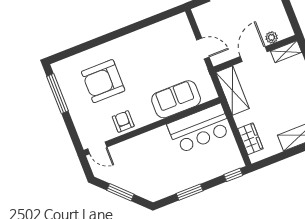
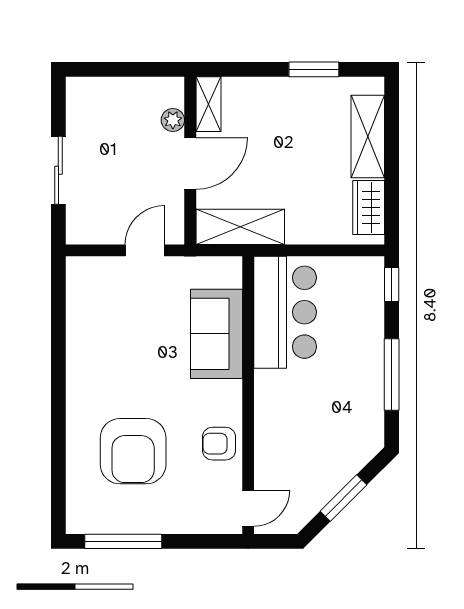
door: (254, 54) -> (190, 163), swing flipped
wardrobe: (250, 139) -> (369, 207), moved, turned -90
window: (190, 192) -> (392, 375), width x1.44

